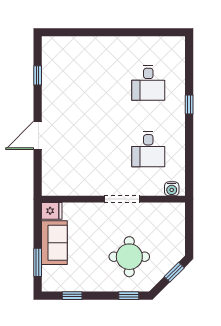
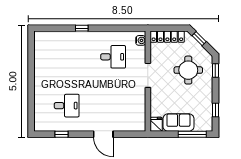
desk: (148, 83) -> (67, 106), moved
locker: (177, 227) -> (167, 37), added
window: (38, 262) -> (192, 134), width x1.44

